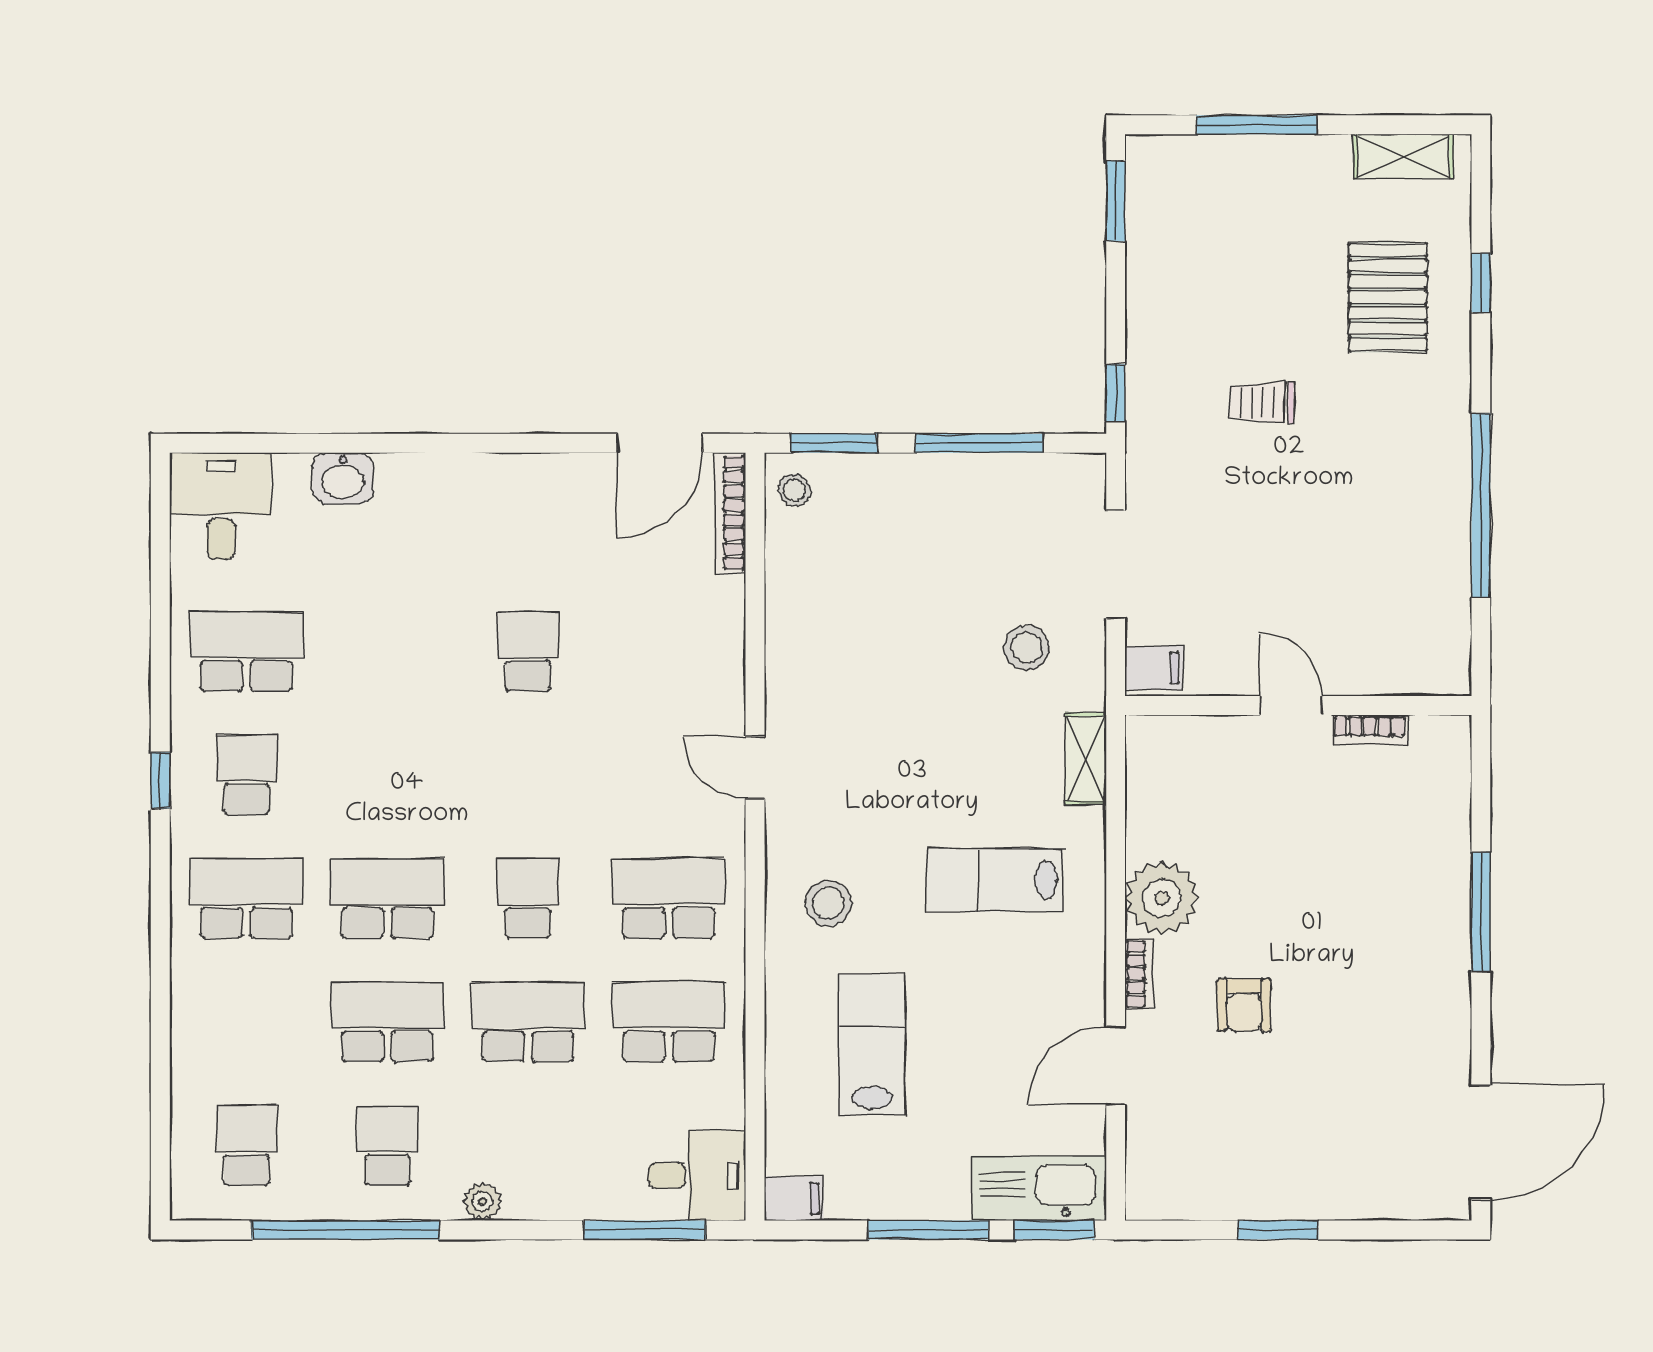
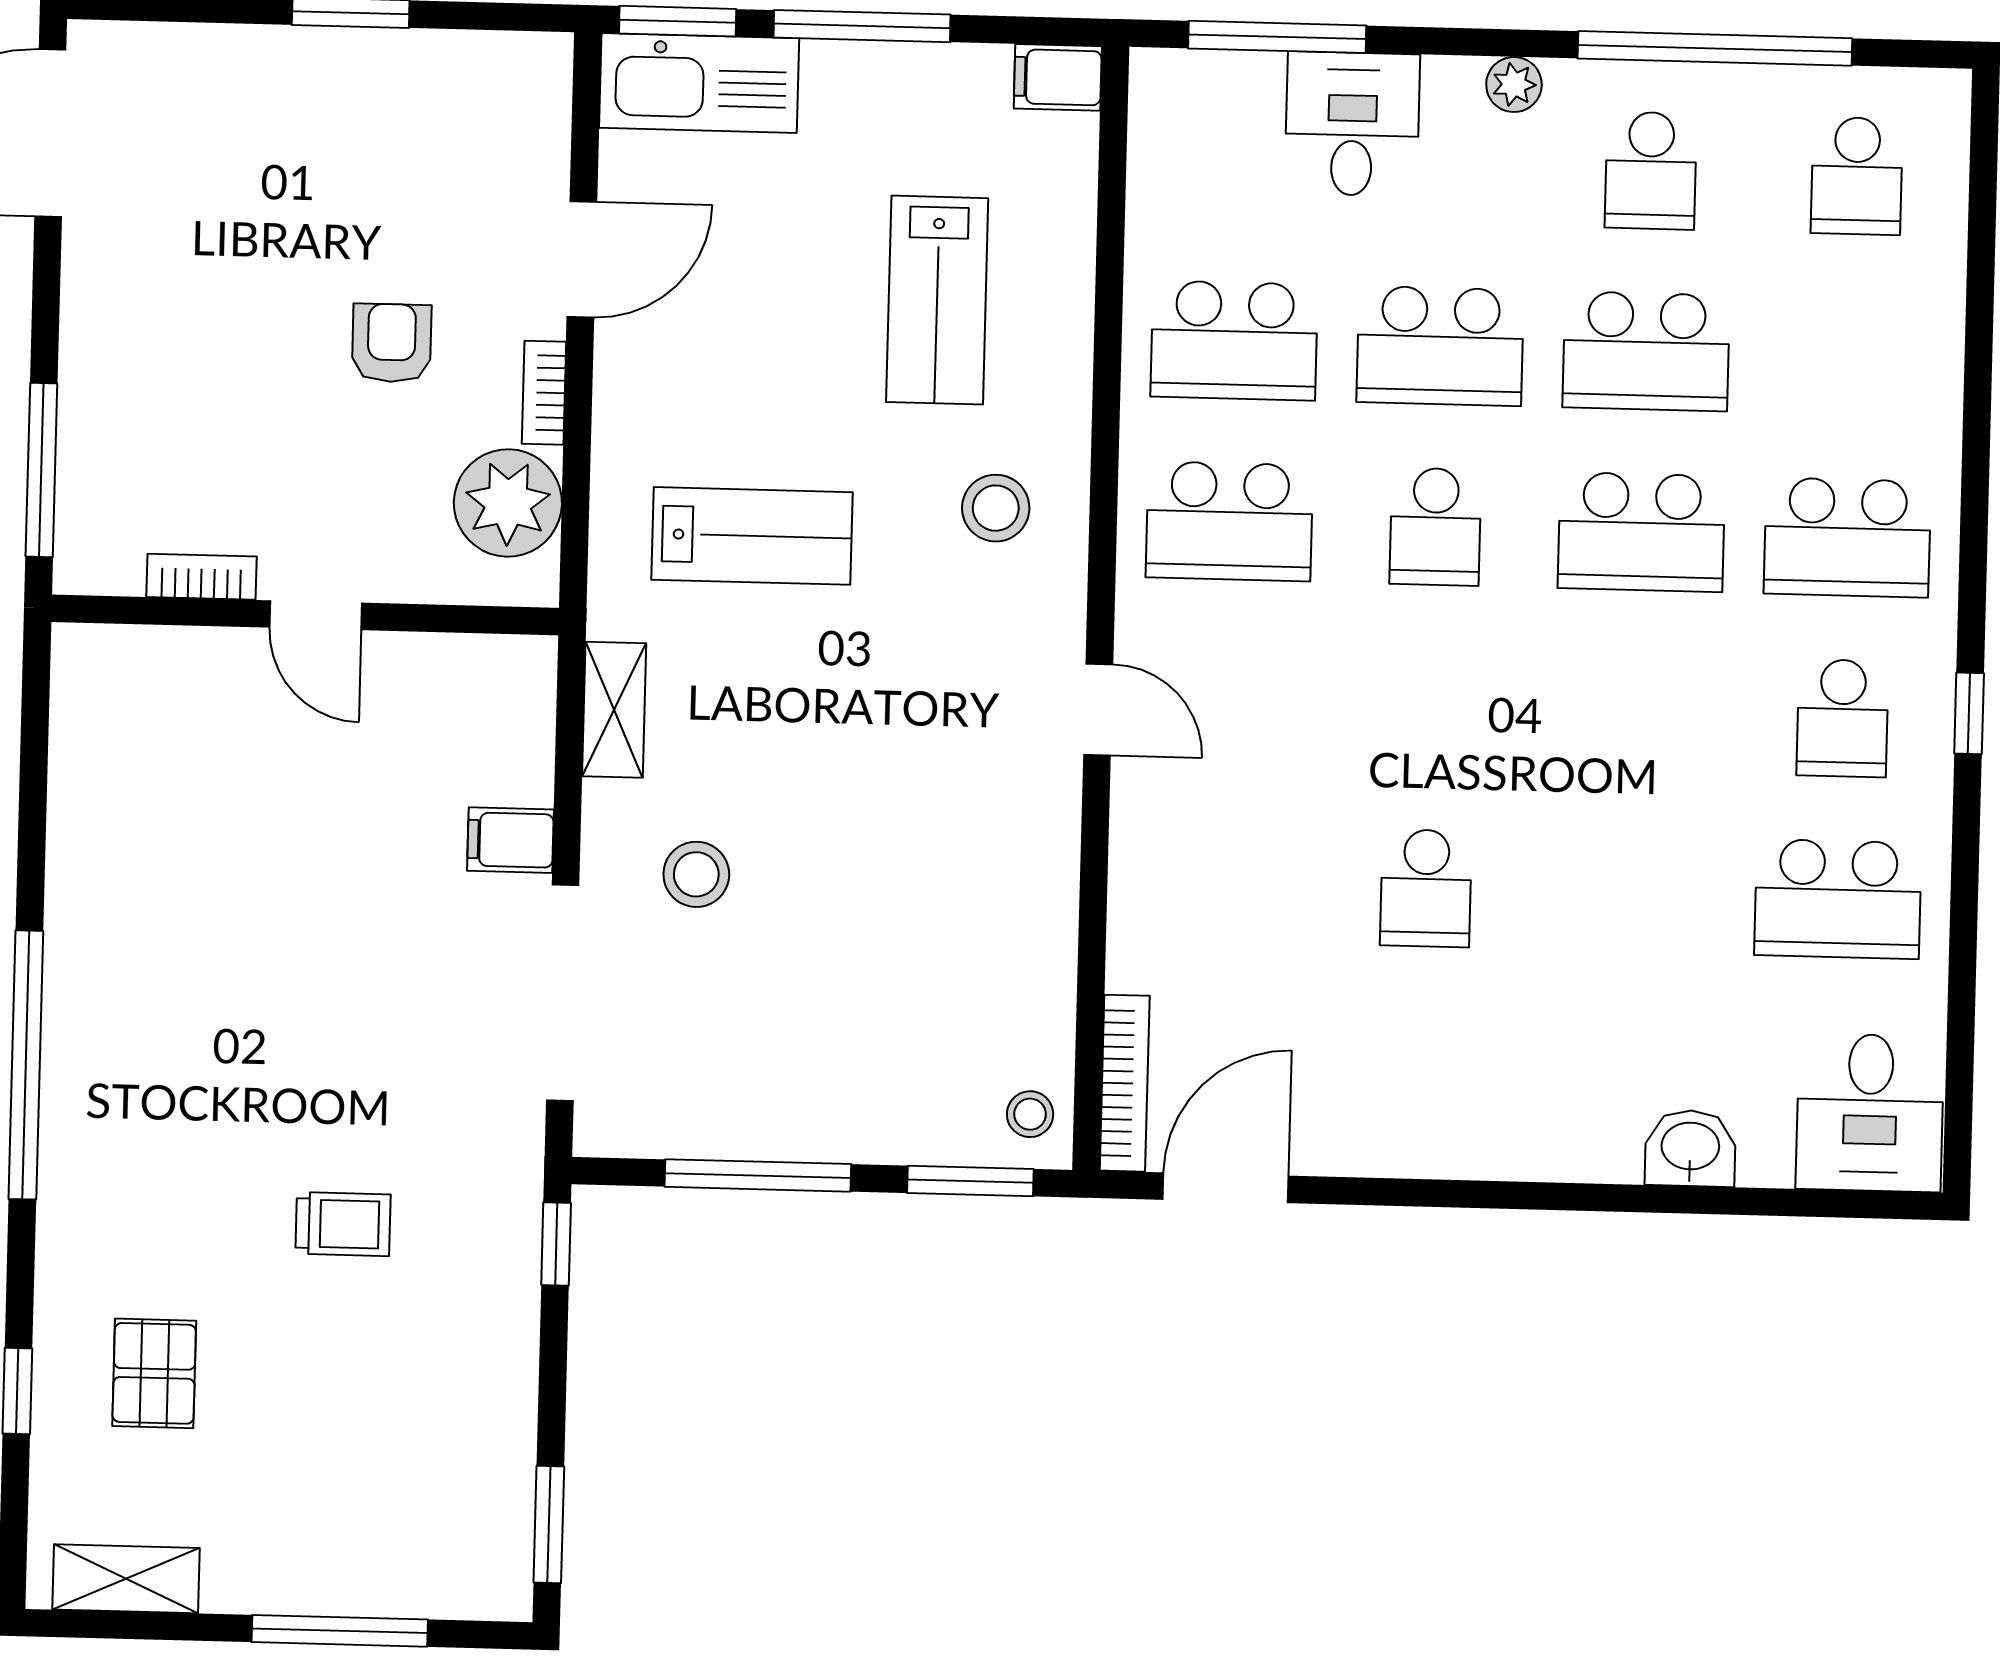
pallet: (1388, 297) -> (154, 1373), width x0.67, depth x0.71
doorway: (1116, 564) -> (563, 993), width x1.36
door: (1291, 705) -> (316, 615), moved
wall: (1298, 705) -> (305, 615), moved
bookcase: (1370, 730) -> (201, 577), moved
desk: (697, 1175) -> (1352, 124), moved, turned 90

